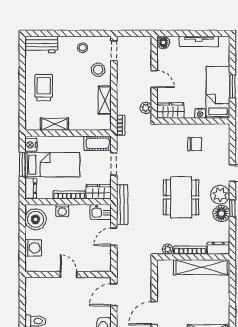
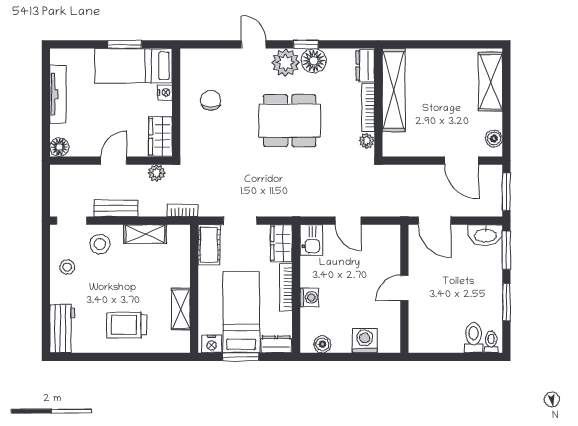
bench: (122, 205) -> (116, 208), moved, width x0.73
boiler: (36, 219) -> (322, 344), width x0.54, depth x0.54

